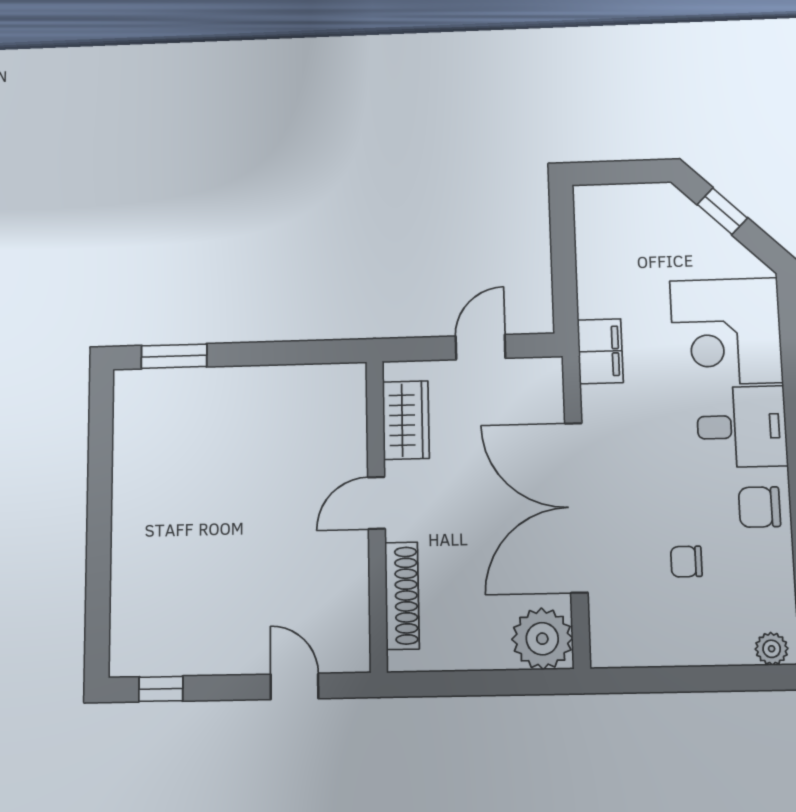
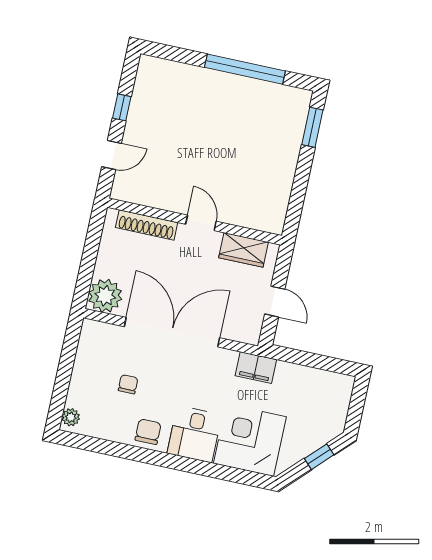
window: (100, 491) -> (245, 69), added
window: (161, 689) -> (122, 107), moved

